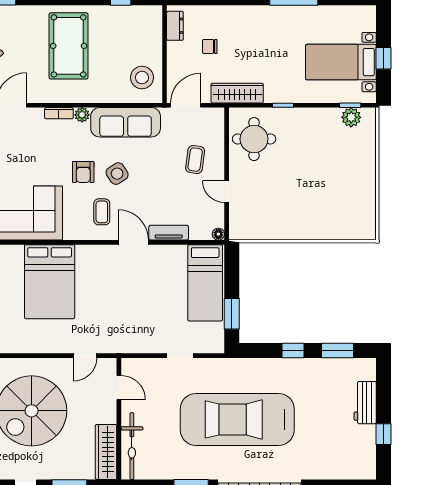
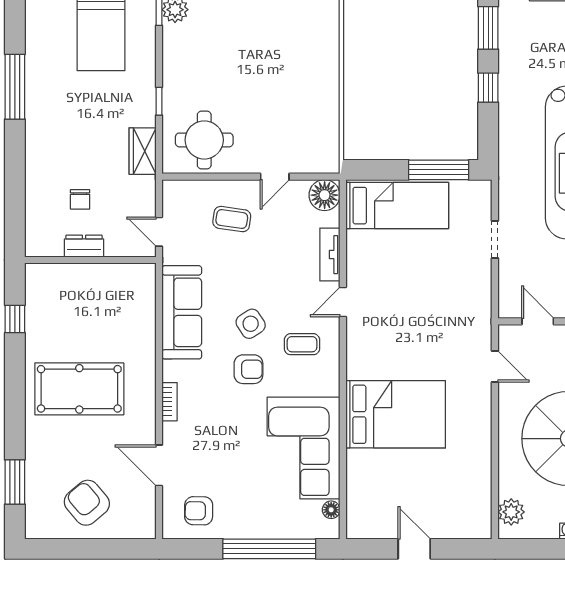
dresser: (175, 26) -> (84, 246), moved
stool: (142, 78) -> (122, 290), removed
wardrobe: (237, 93) -> (143, 151), width x0.67
door: (186, 105) -> (159, 232), width x0.73
plant: (82, 115) -> (172, 371), removed
floor lamp: (218, 234) -> (325, 195), width x1.89, depth x1.89
door: (133, 242) -> (343, 302), width x0.73
window: (232, 314) -> (439, 170), width x1.44
door: (119, 388) -> (538, 321), hinge flipped

